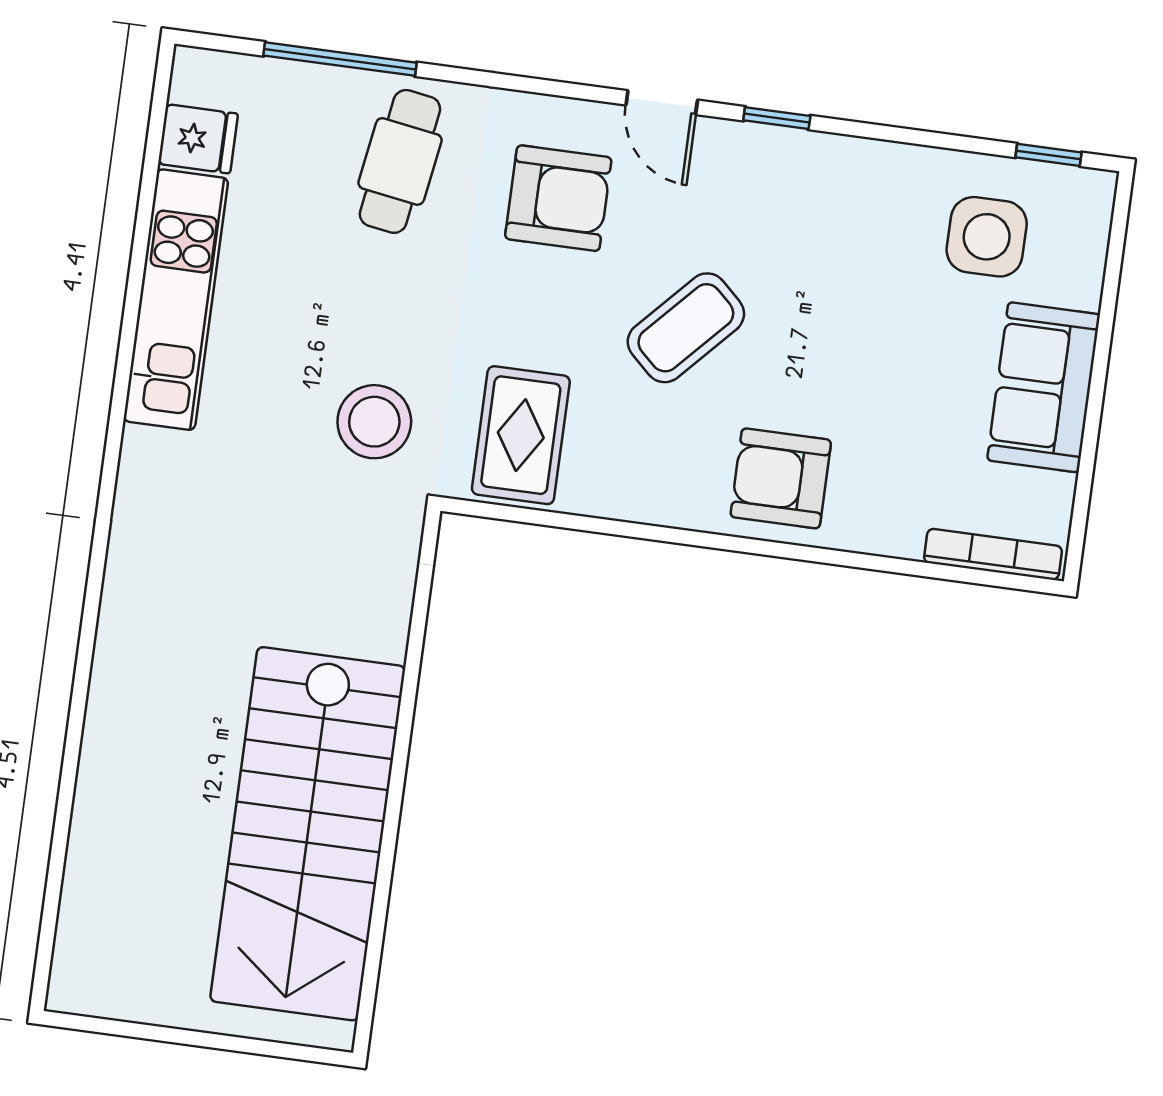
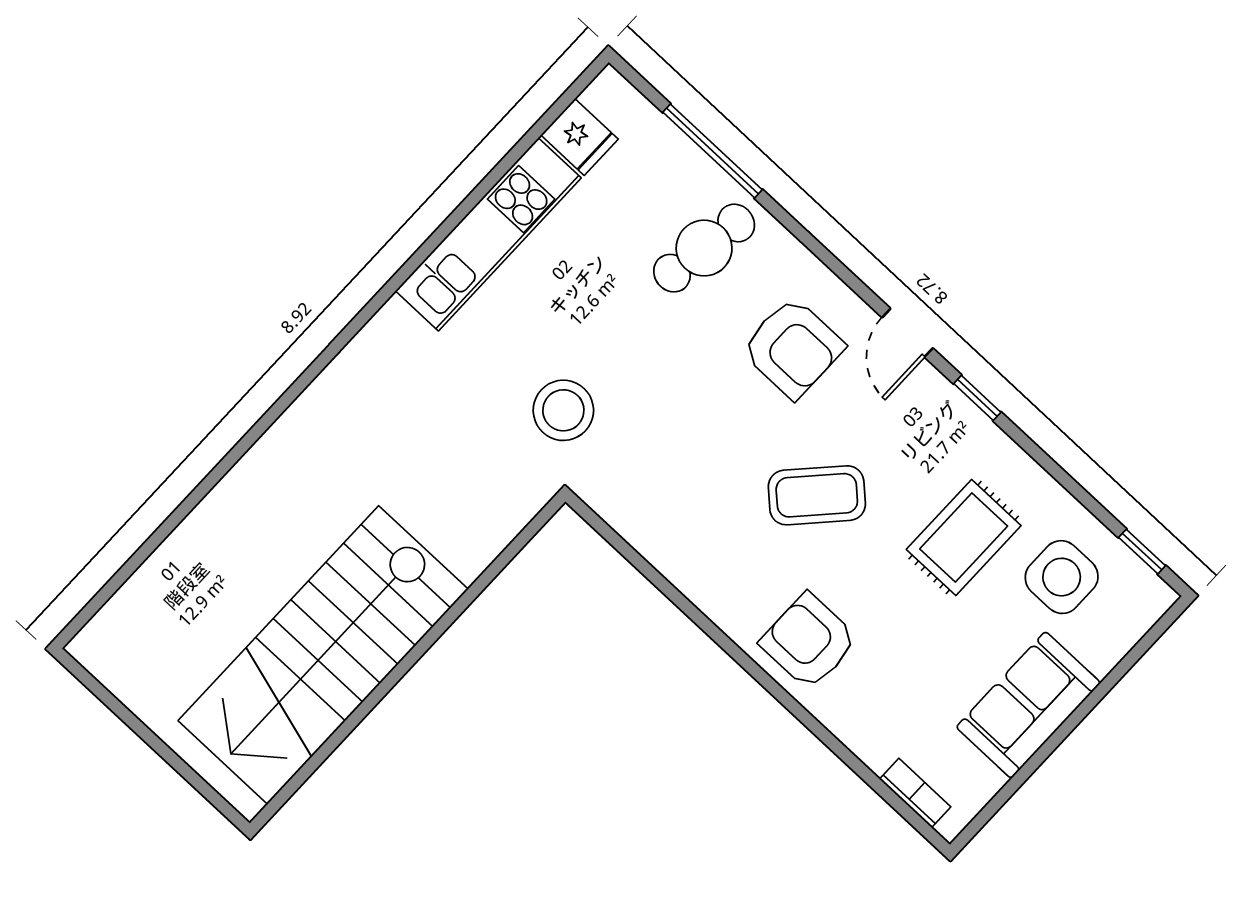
rug: (521, 435) -> (964, 537), moved
bookcase: (993, 554) -> (915, 793), width x0.64

